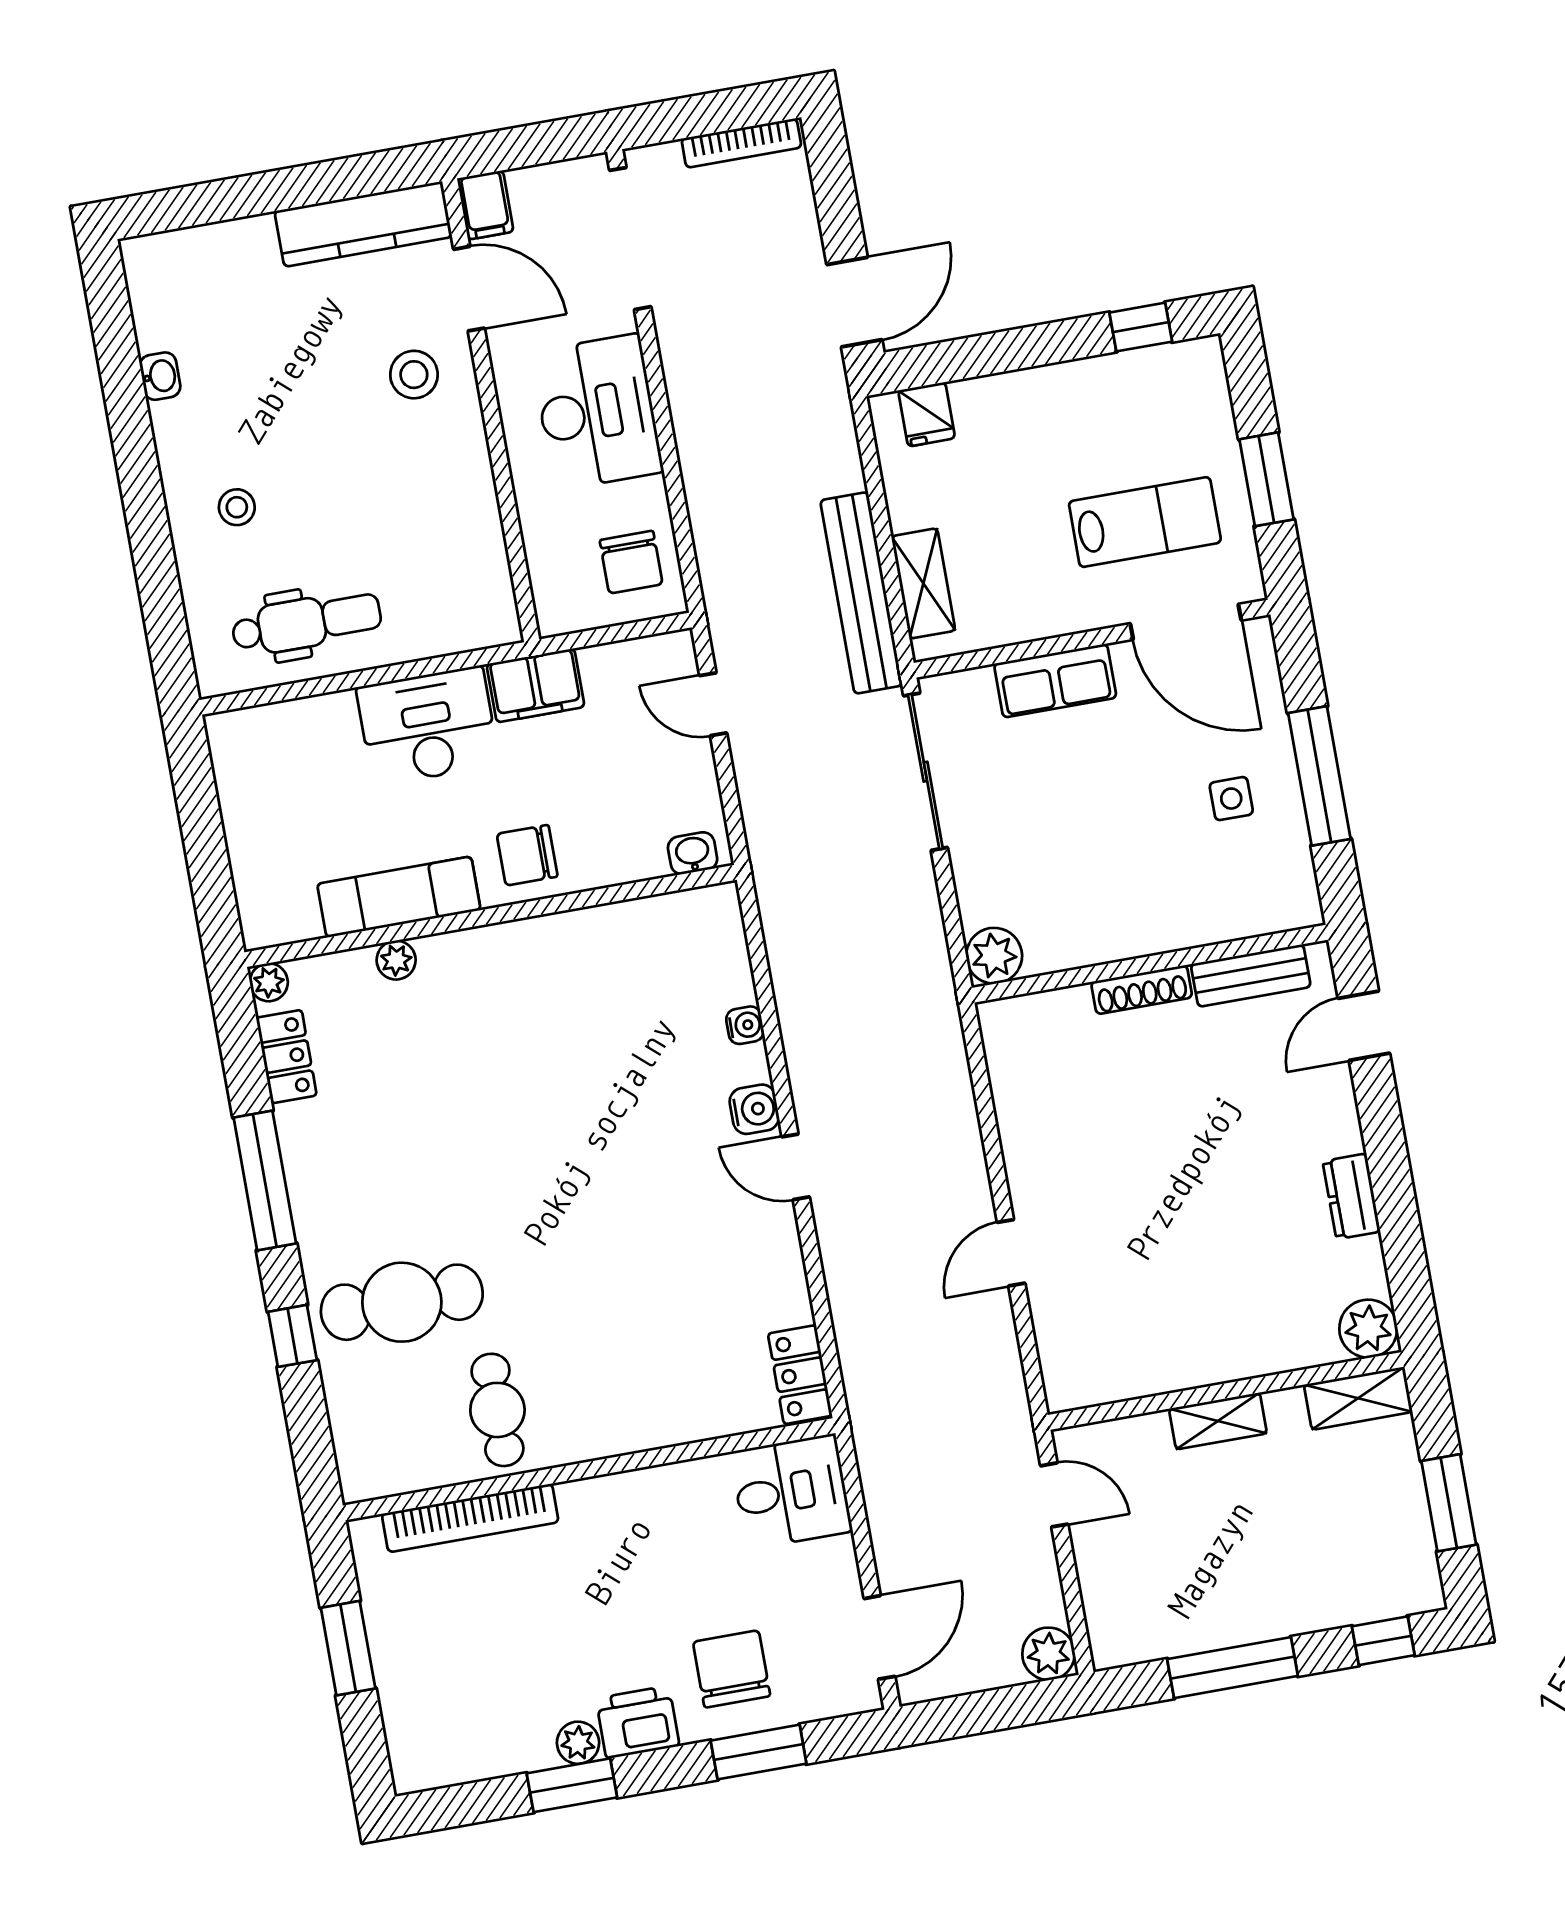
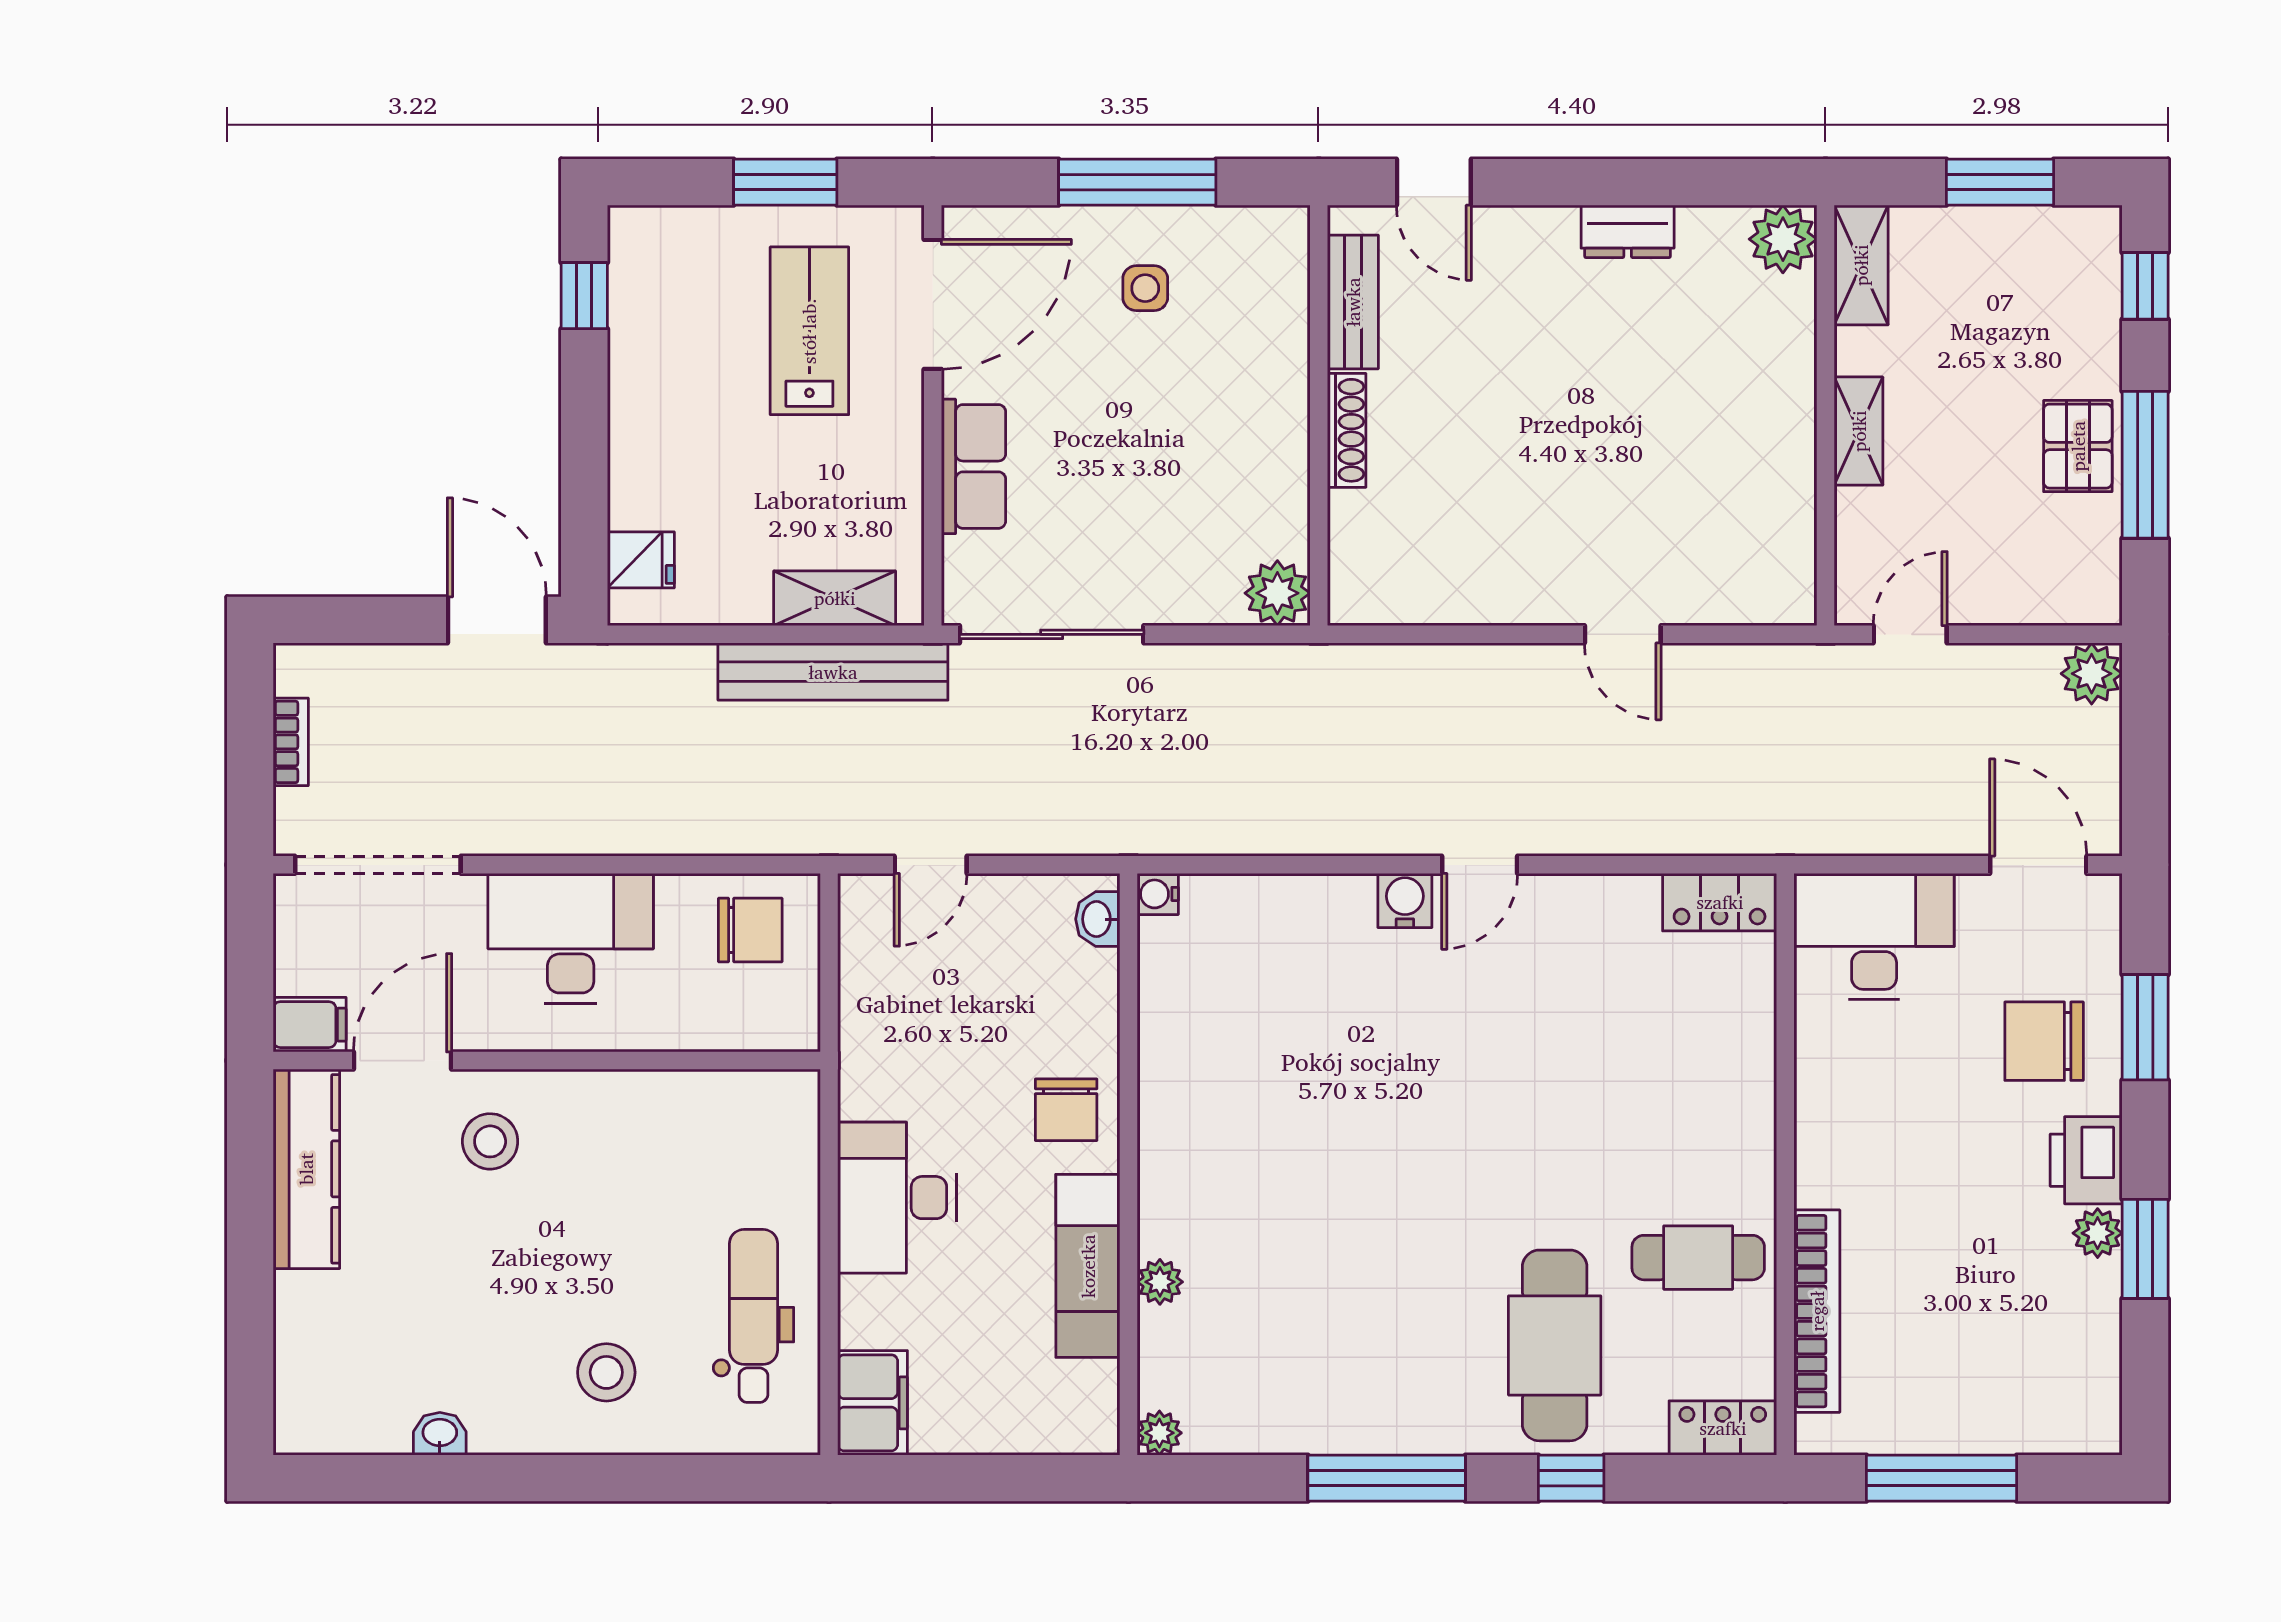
bookcase: (741, 143) -> (291, 742), width x0.64
stool: (237, 507) -> (606, 1372), width x1.37, depth x1.37
filing cabinet: (535, 685) -> (873, 1403), moved
water cooler: (745, 1025) -> (1158, 894), moved, turned -90
locker: (286, 1057) -> (1723, 1428), moved
desk: (791, 1492) -> (1874, 936), width x1.37
pallet: (1238, 1608) -> (2078, 446), added
window: (348, 1648) -> (1941, 1478), width x1.44

